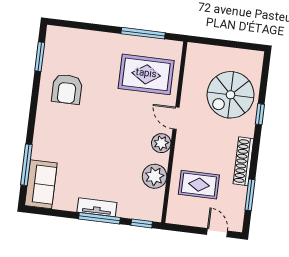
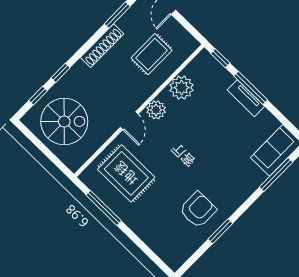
window: (40, 57) -> (220, 231), moved
window: (264, 82) -> (38, 96), added
spiral stairs: (231, 95) -> (64, 122), moved
rug: (199, 185) -> (151, 54), turned 90

